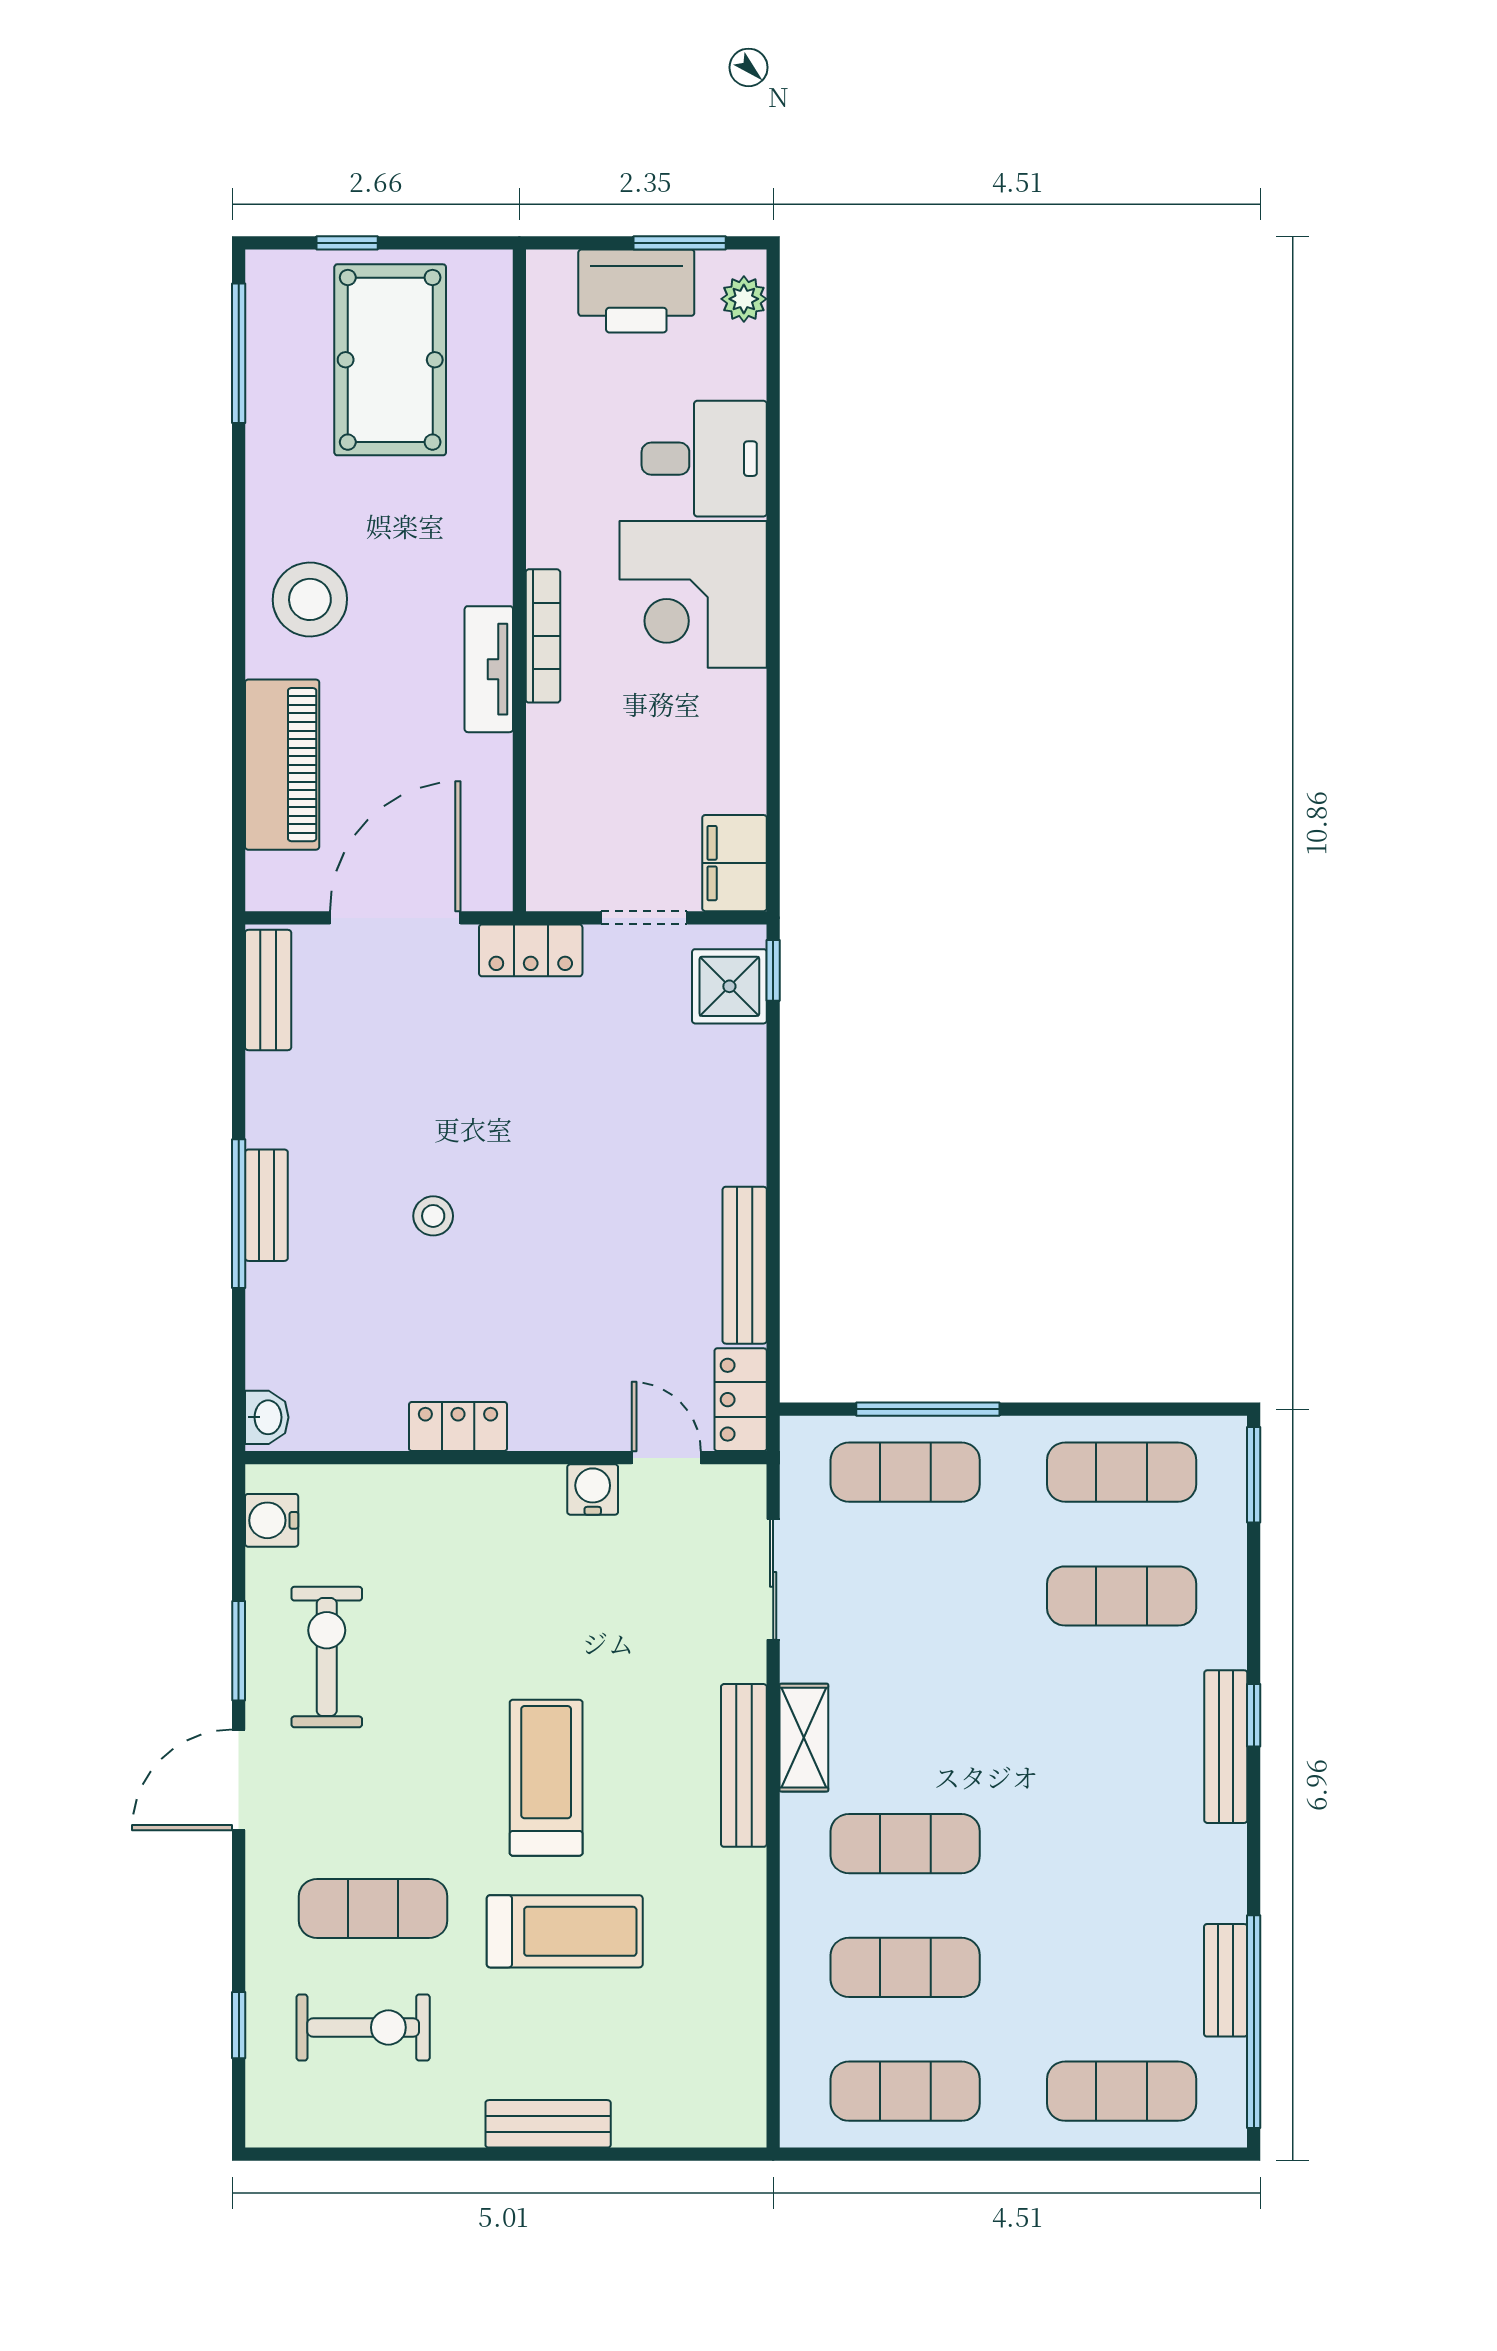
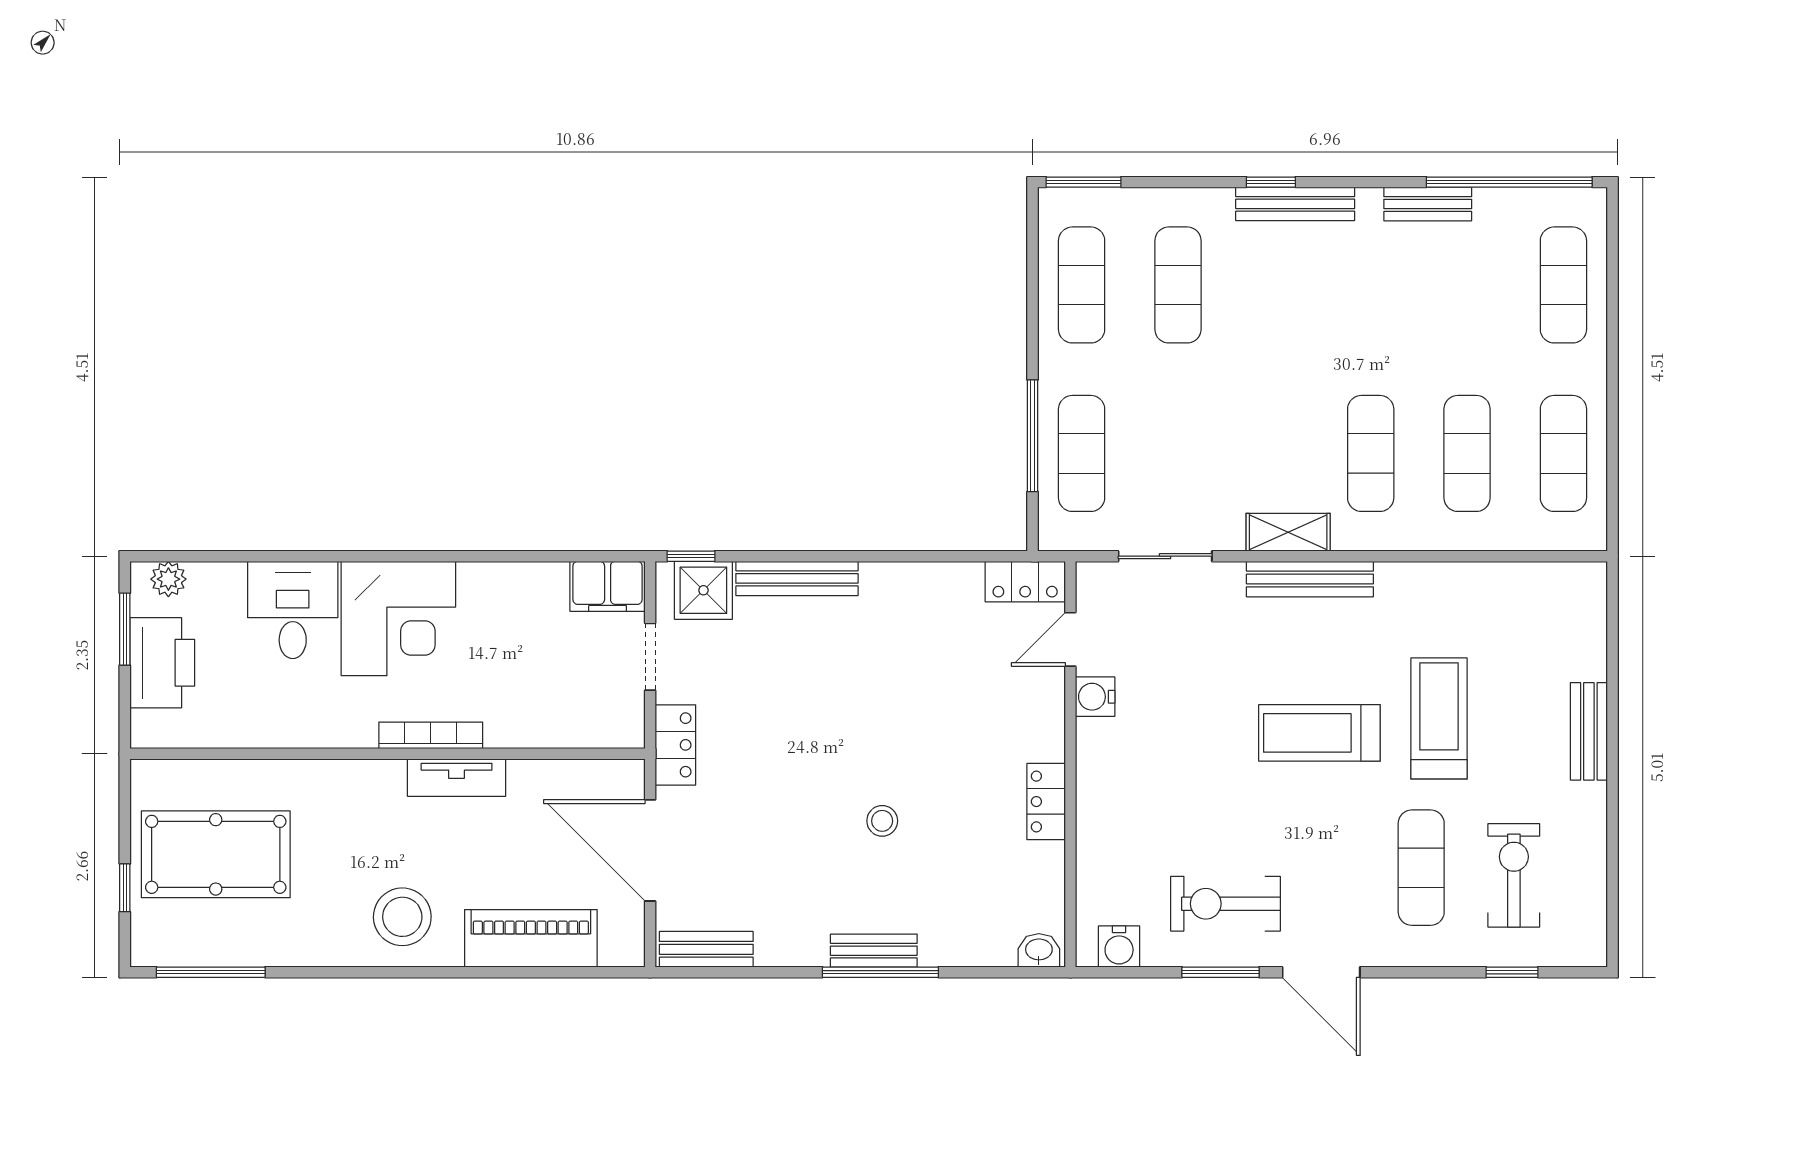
bench: (745, 1265) -> (797, 578), moved
bench: (1226, 1980) -> (1428, 204), moved

